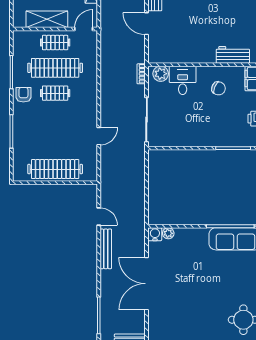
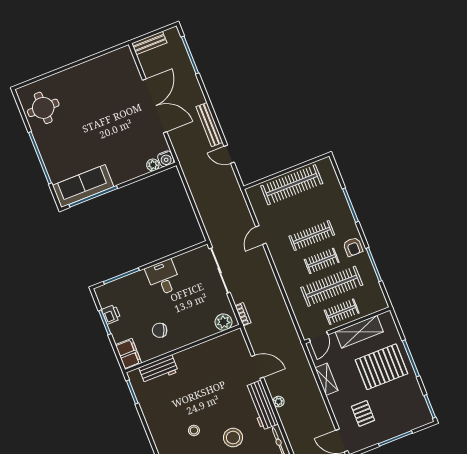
desk: (183, 80) -> (163, 278), moved, turned 180
clothes rail: (55, 118) -> (312, 235), added

